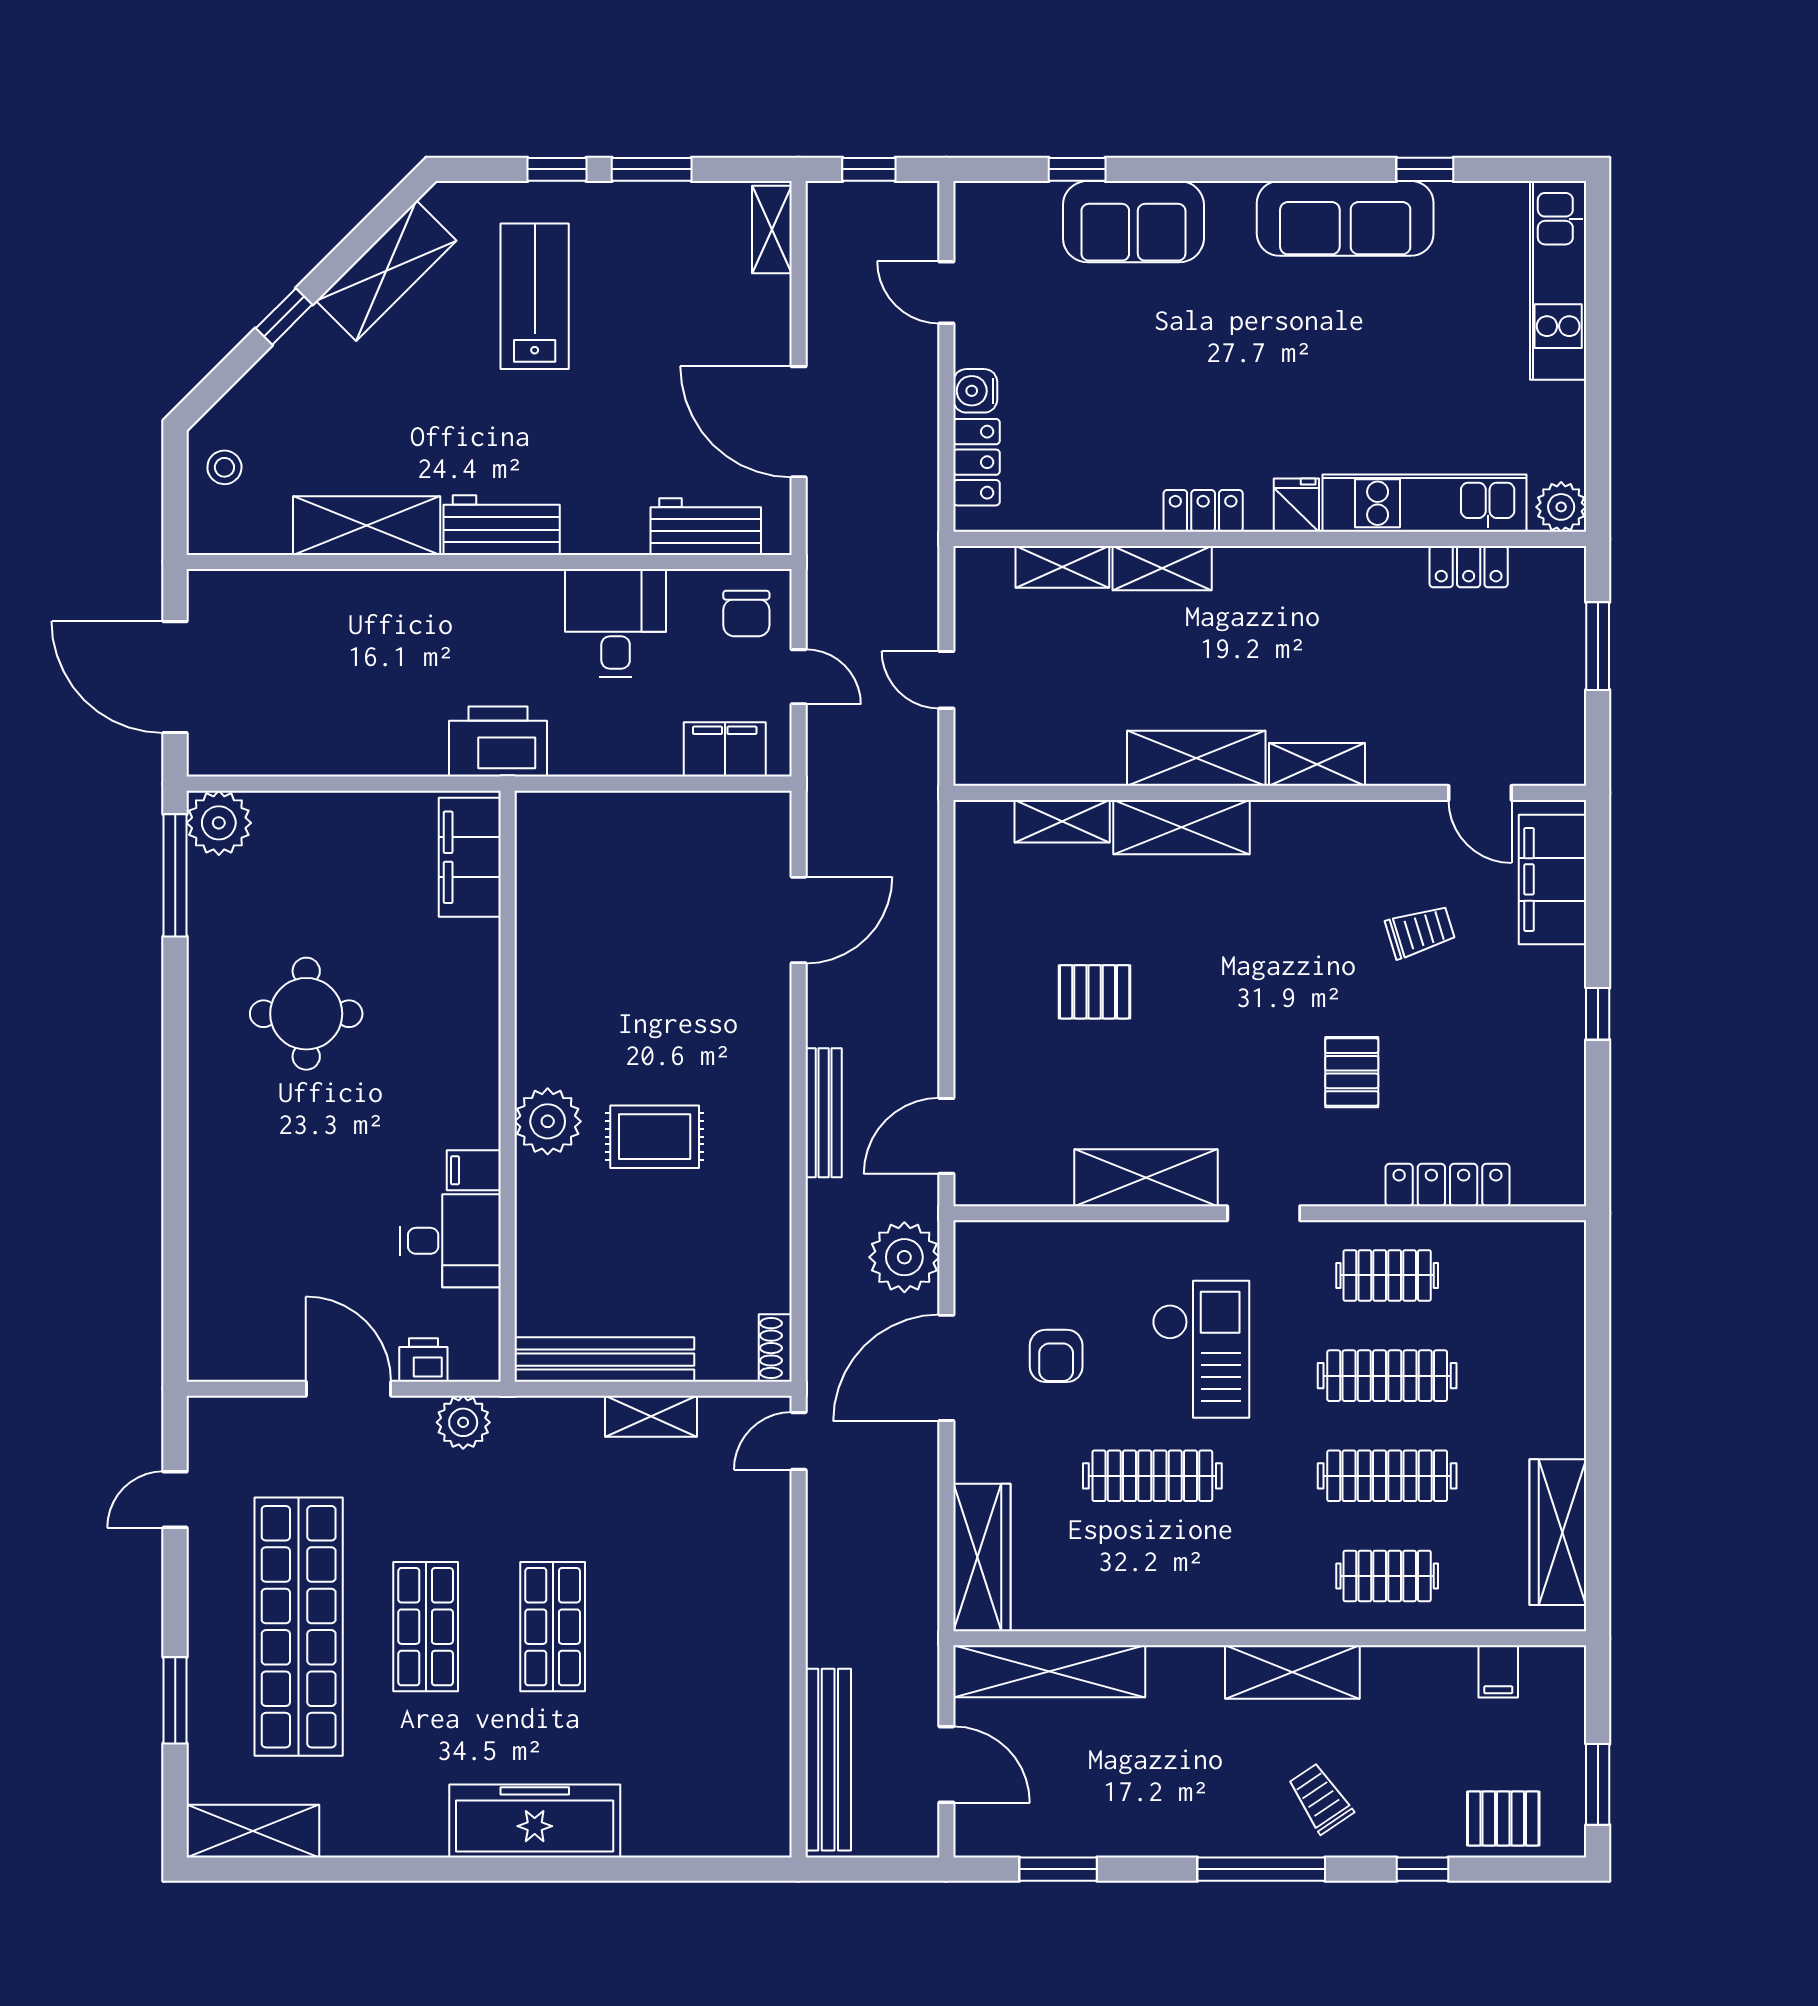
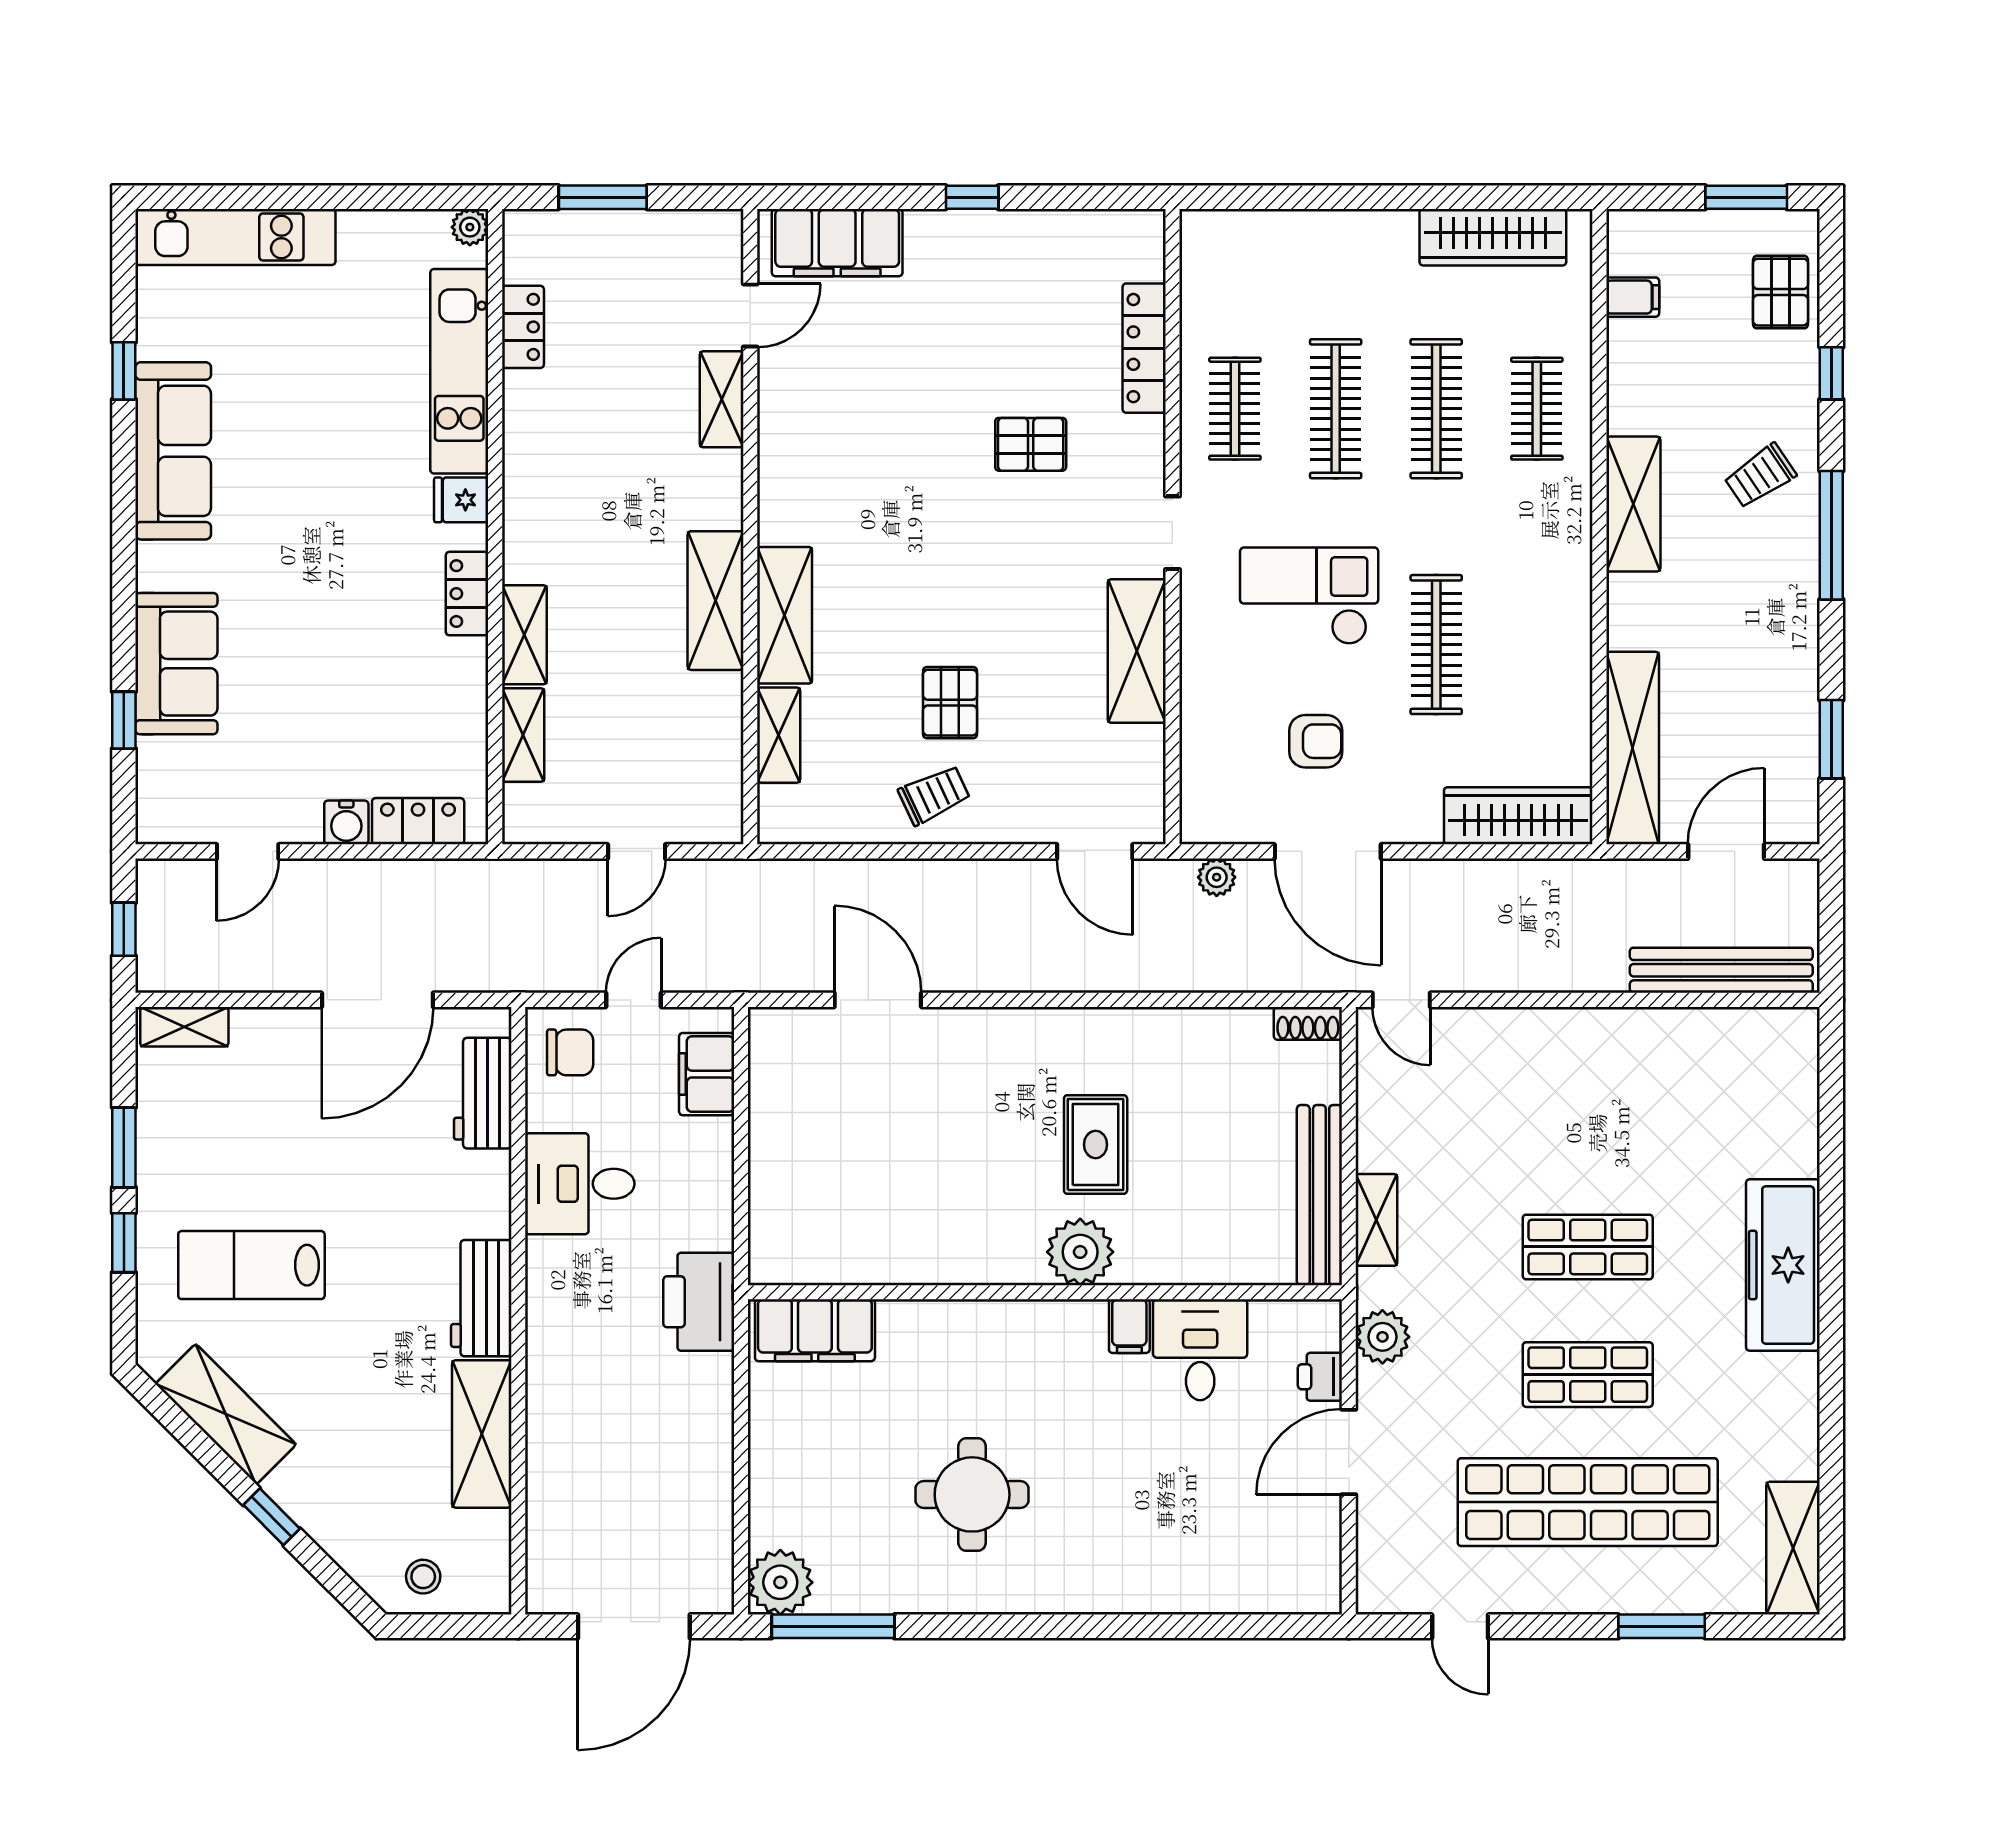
plant: (1561, 507) -> (470, 227), width x0.73, depth x0.73
shelving: (1317, 764) -> (722, 399), moved
trolley: (1420, 931) -> (934, 795), moved, turned 82
bench: (824, 1113) -> (1072, 975), removed
plant: (904, 1257) -> (1217, 877), width x0.53, depth x0.53
shelving: (651, 1416) -> (1376, 1220), moved

